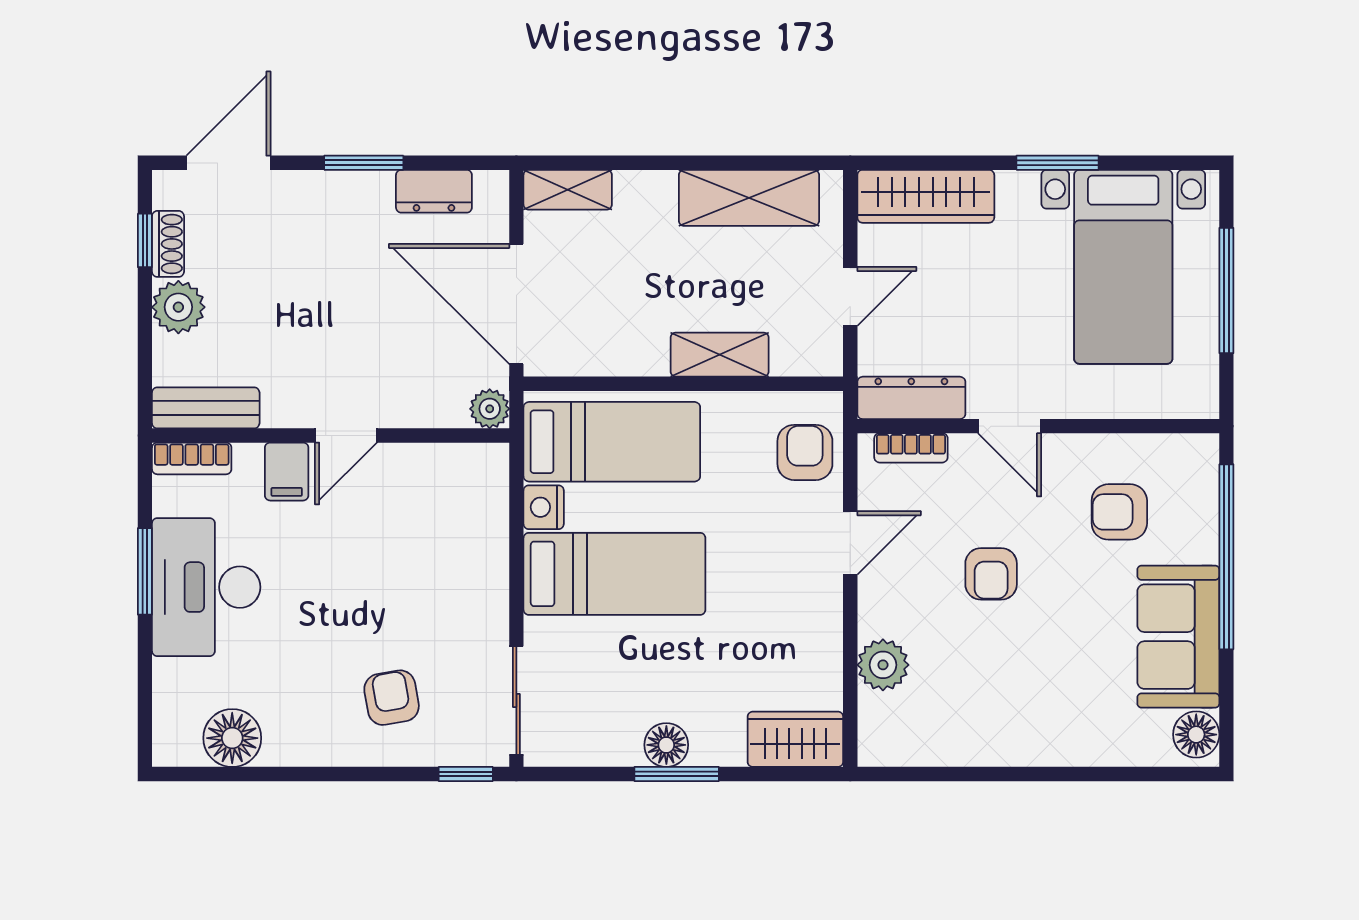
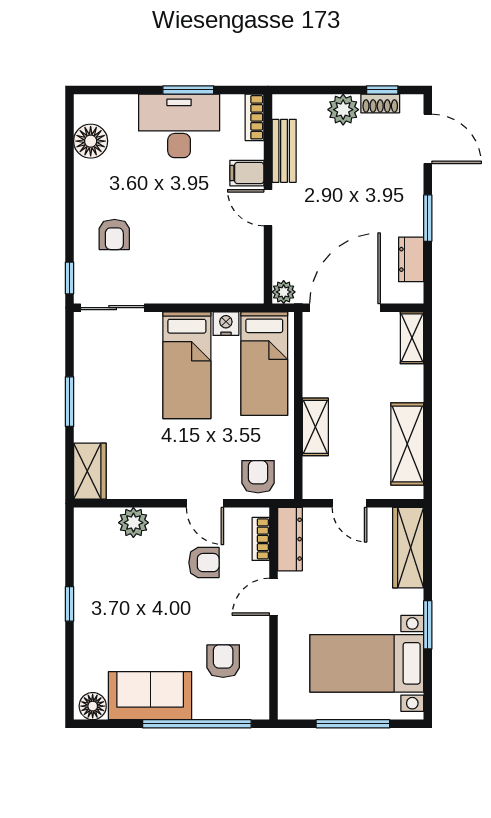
bench: (206, 408) -> (284, 151), moved
armchair: (805, 452) -> (258, 477), turned -90
armchair: (991, 574) -> (204, 563), moved, turned 180
armchair: (392, 698) -> (114, 235), turned 100
floor lamp: (666, 745) -> (87, 396), removed
window: (1022, 774) -> (70, 604), added

